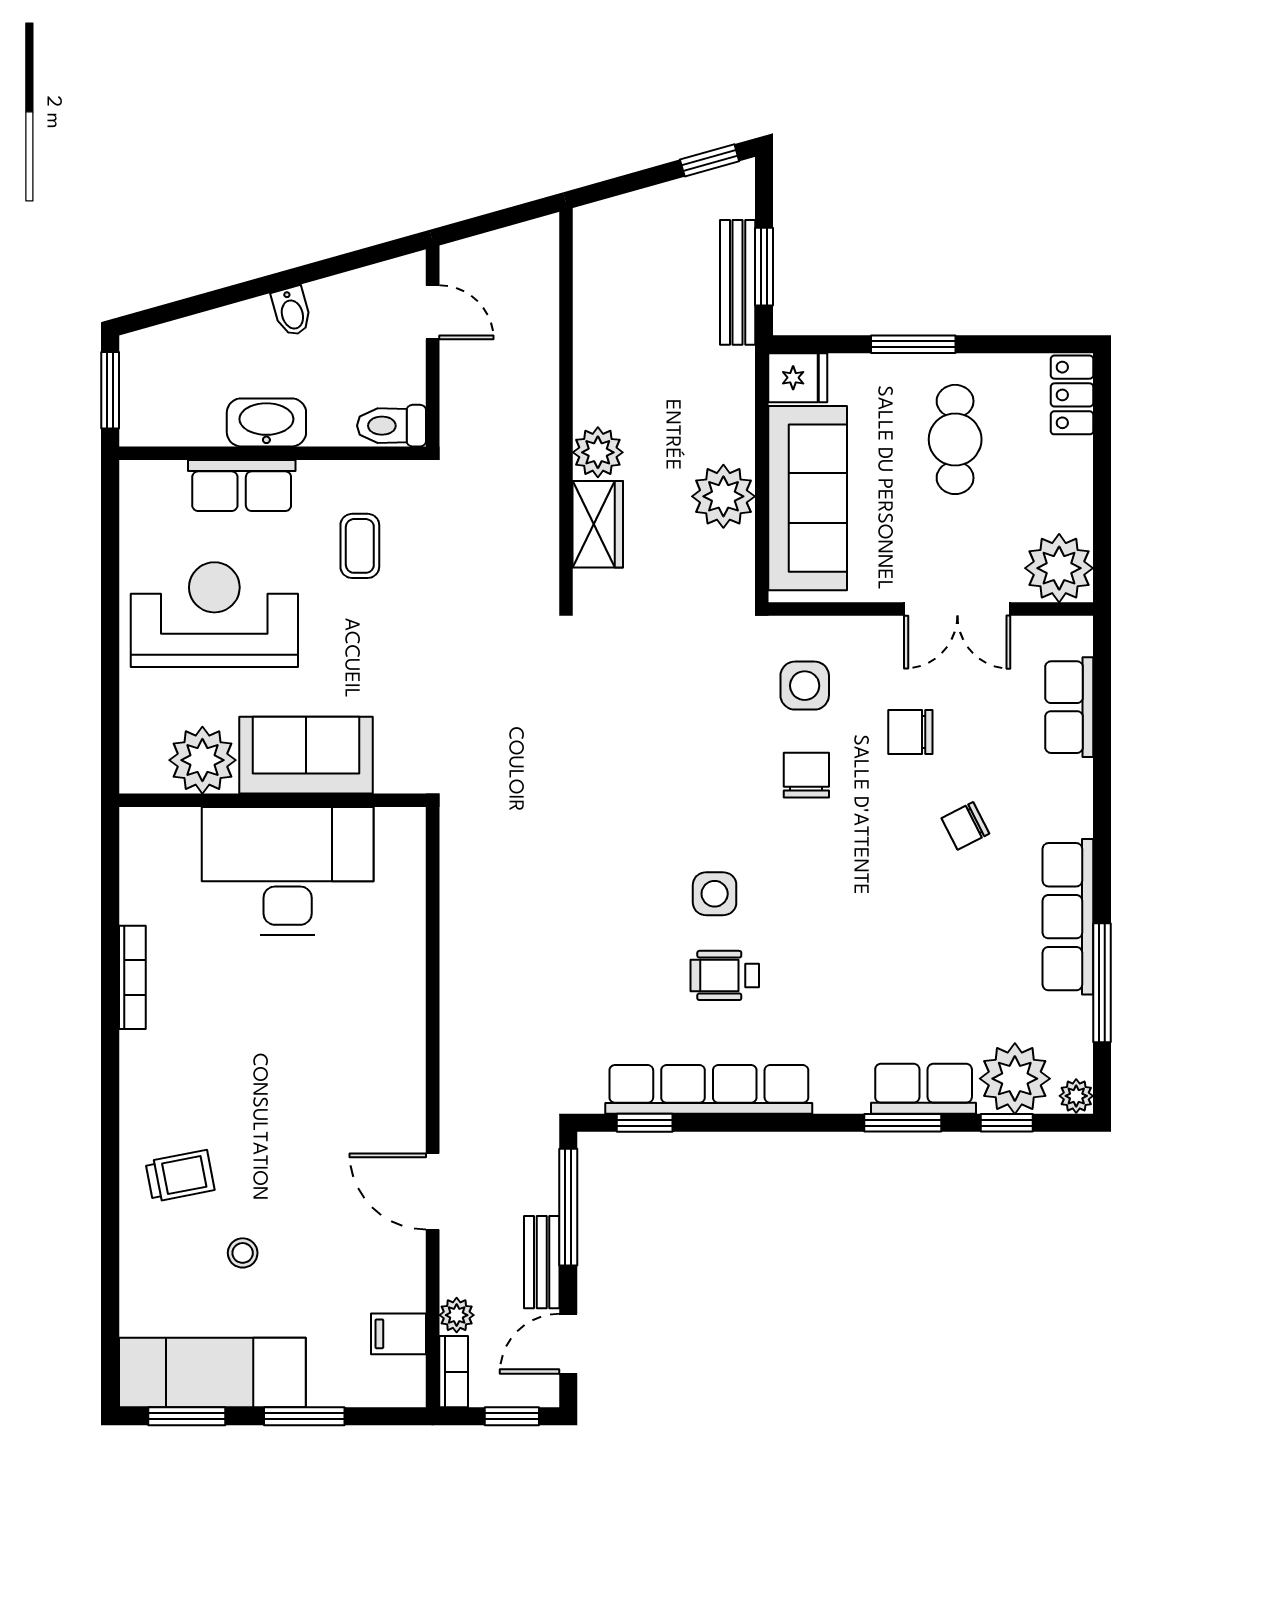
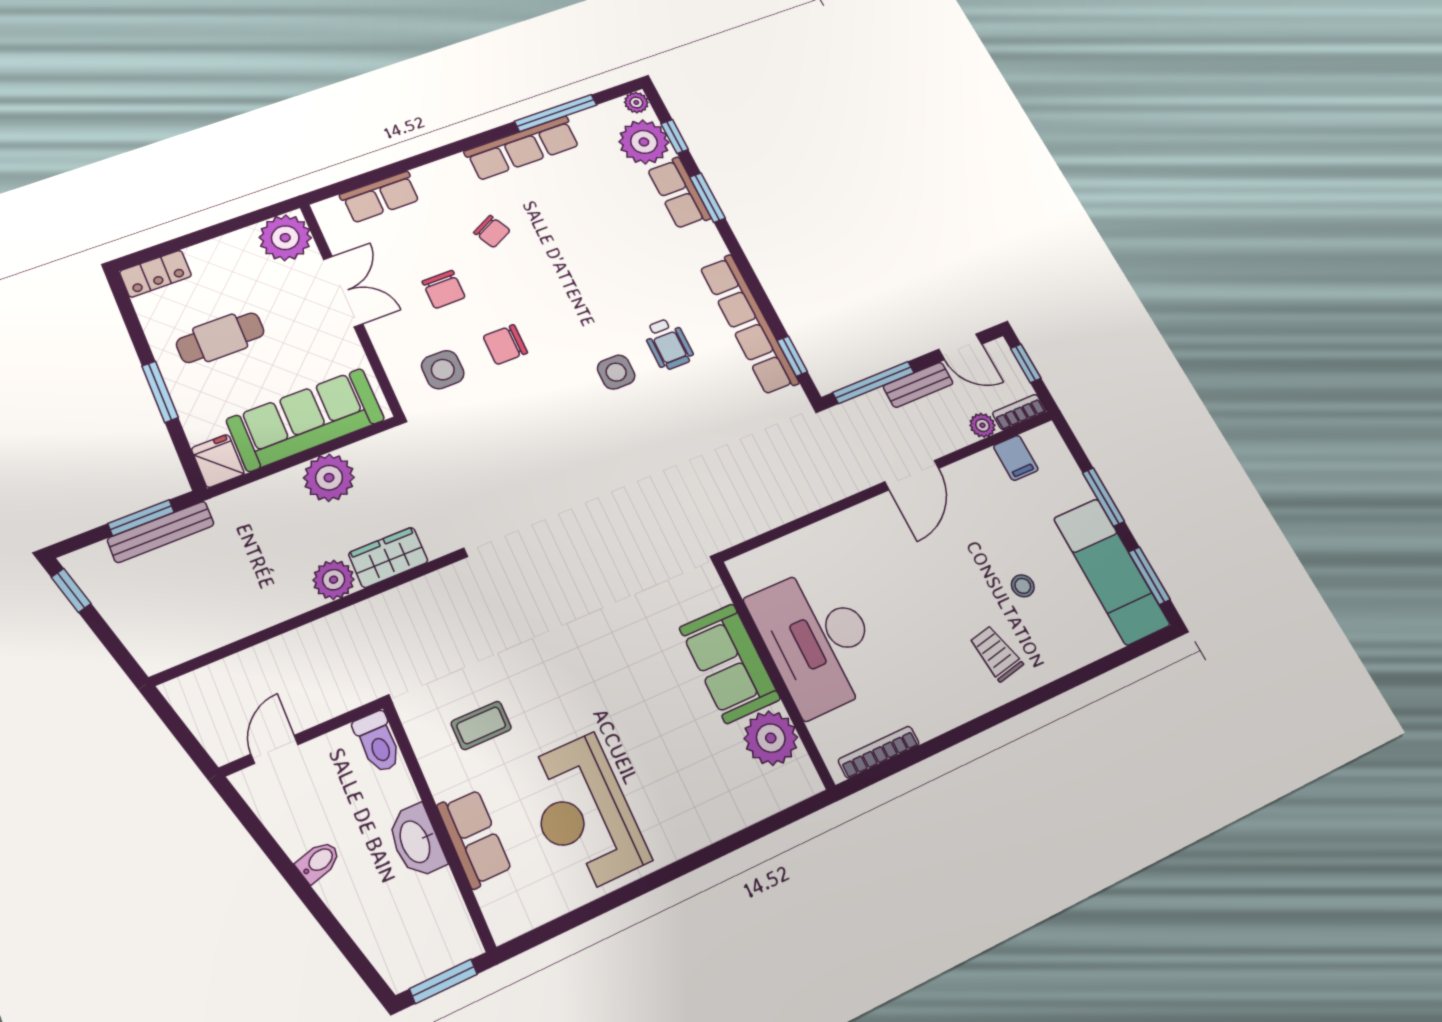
sofa: (306, 755) -> (730, 663), moved
plant: (202, 760) -> (771, 738), moved
wall: (272, 800) -> (774, 673), moved
desk: (288, 871) -> (818, 640), moved

